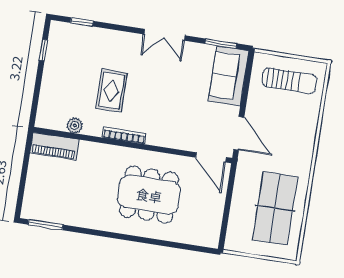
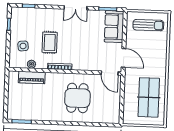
side table: (64, 91) -> (23, 46), added
piano: (55, 146) -> (32, 78), moved
dining table: (149, 195) -> (77, 98), width x0.73

